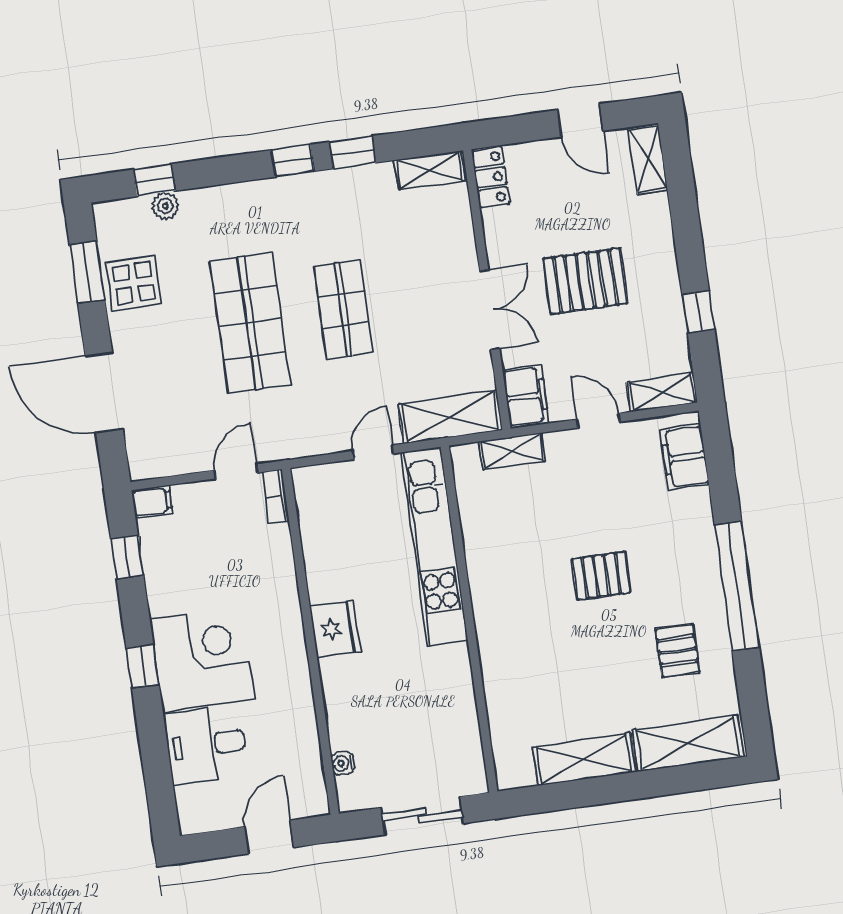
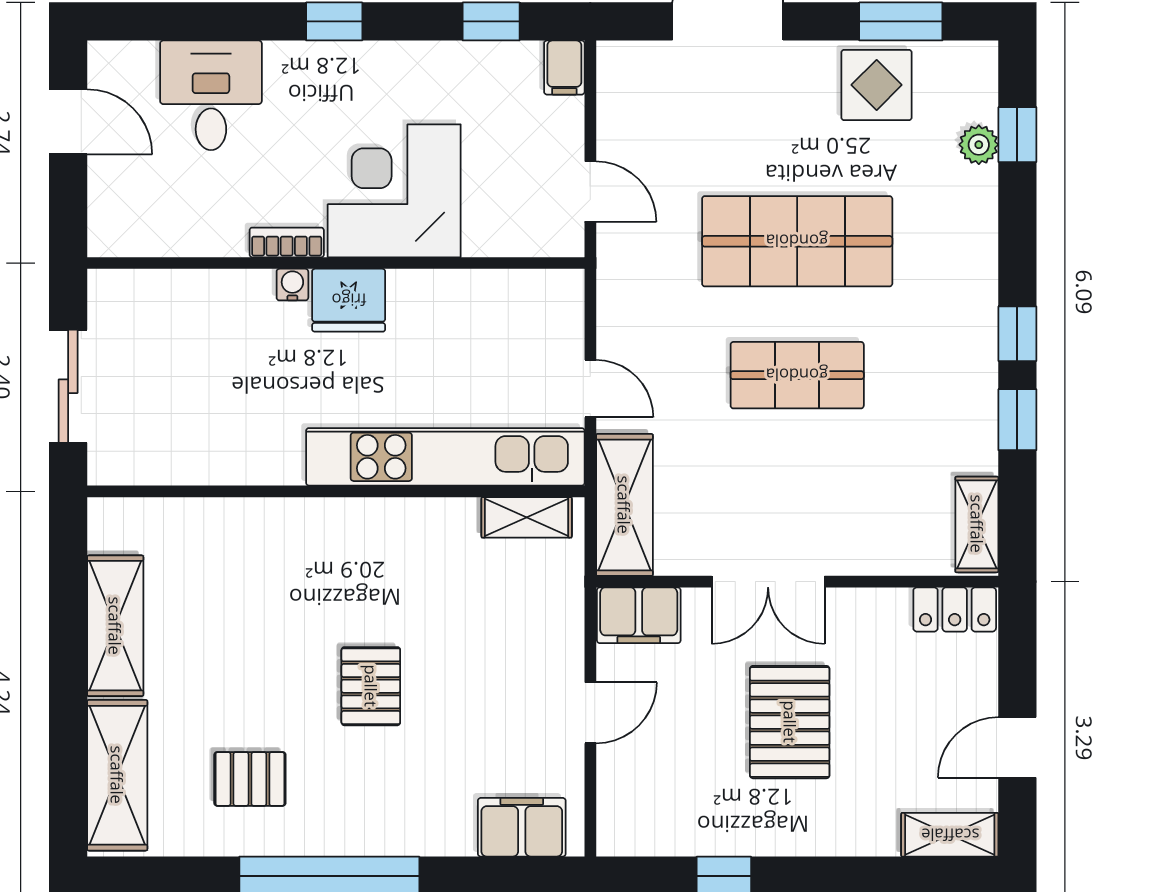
shelving: (662, 392) -> (618, 808), removed
shelving: (512, 451) -> (527, 517), moved, turned 90
bookcase: (275, 496) -> (287, 242), moved
corner desk: (202, 659) -> (394, 191), moved, turned 180
water cooler: (343, 763) -> (292, 285), moved
door: (269, 837) -> (68, 122), moved

